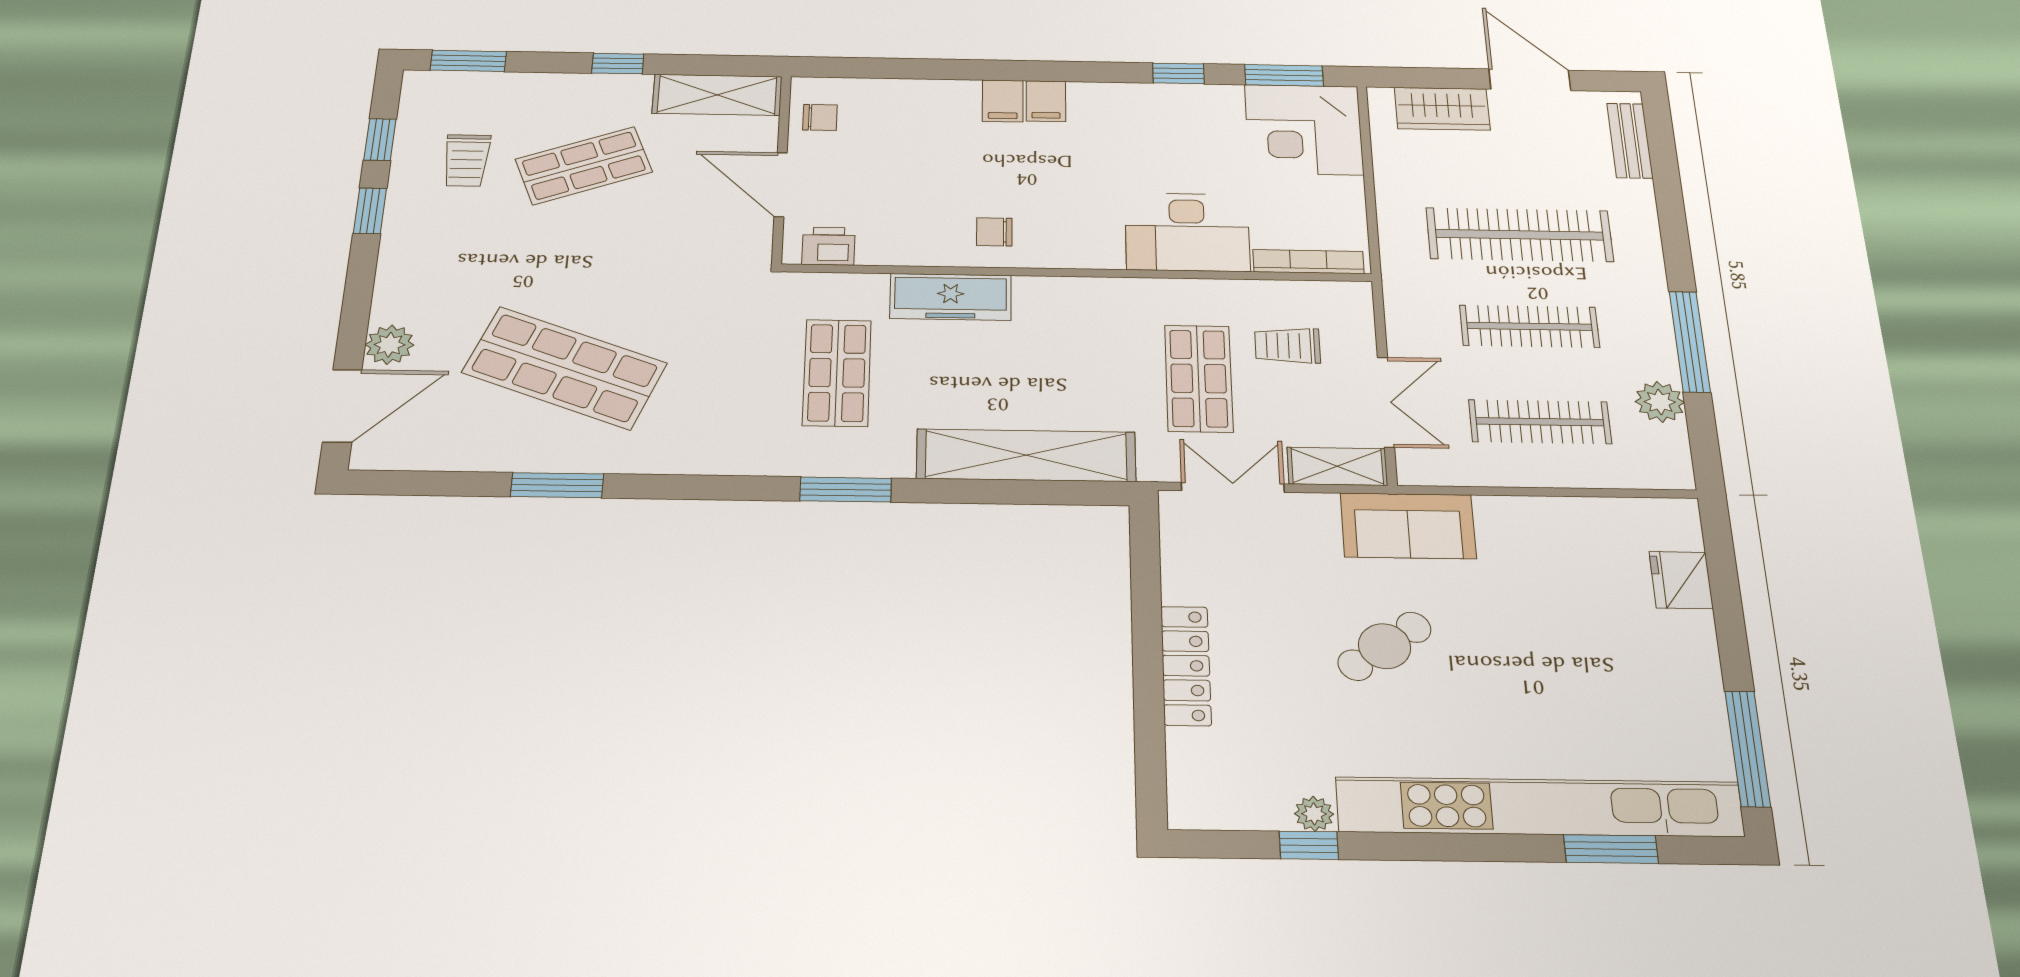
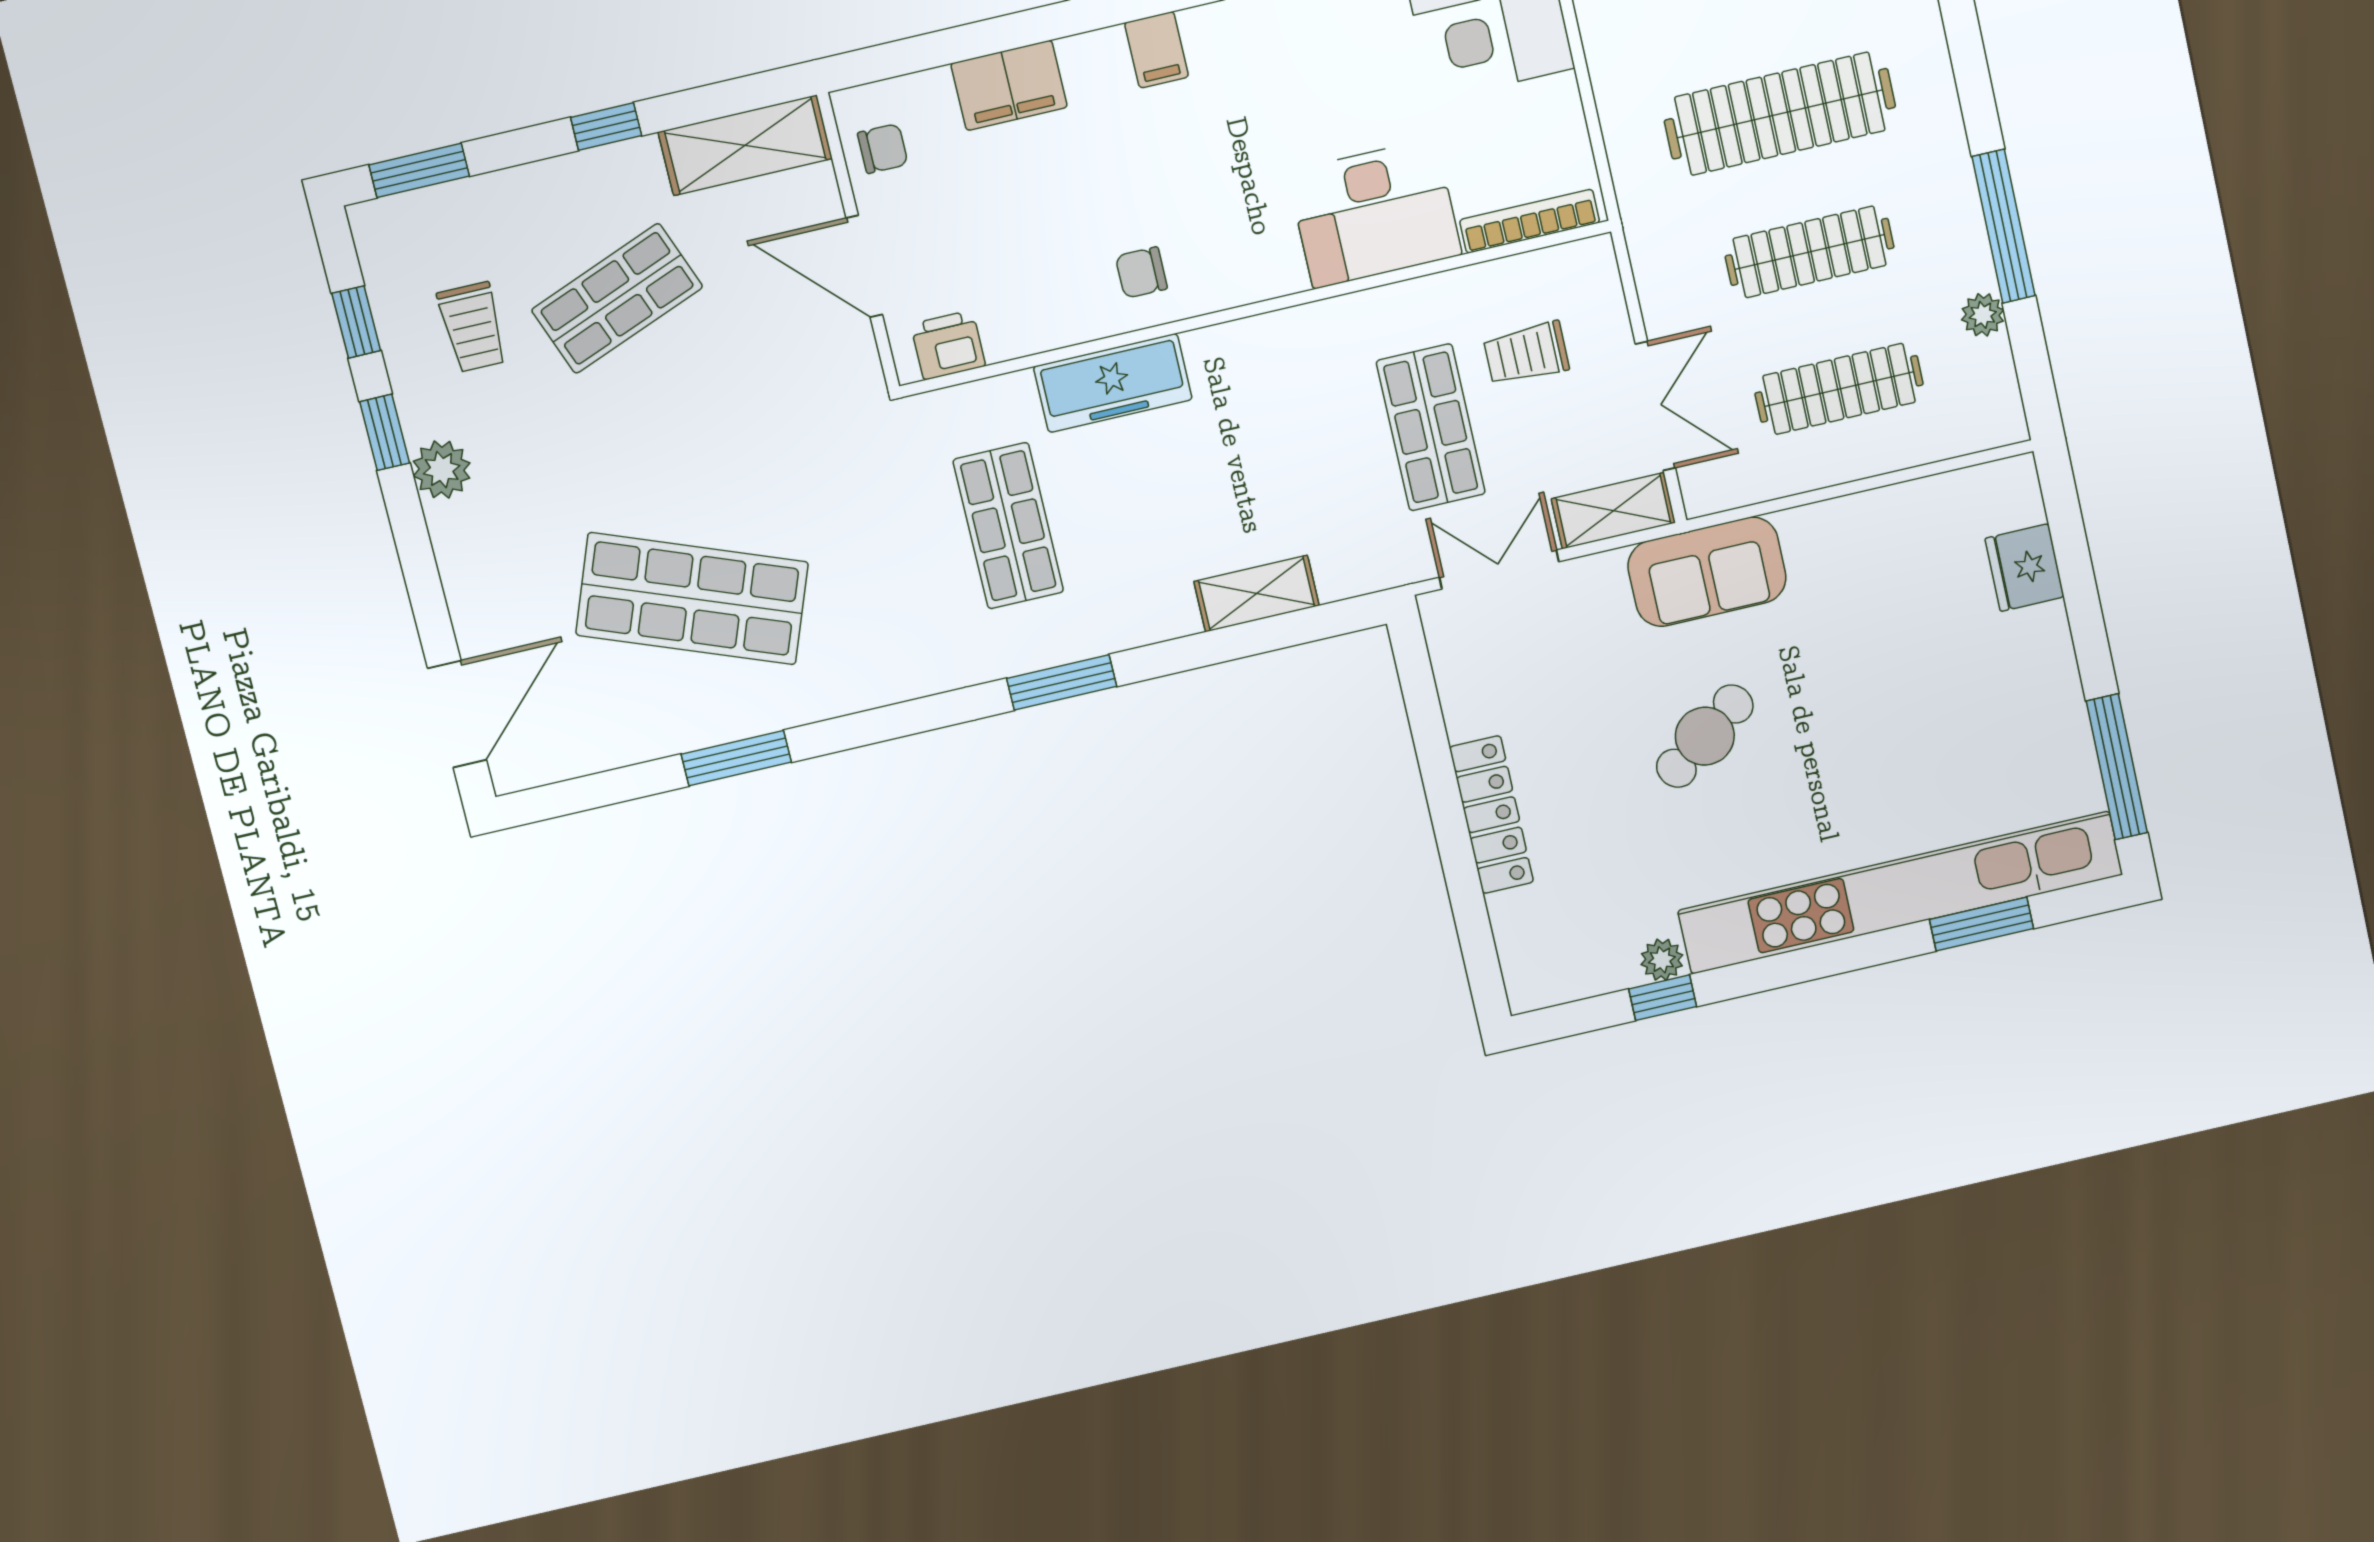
filing cabinet: (1003, 101) -> (1009, 85), moved, width x2.00
plant: (390, 345) -> (442, 470), moved
plant: (1660, 402) -> (1983, 315), width x0.73, depth x0.73
shelving: (1026, 455) -> (1256, 594), width x0.45, depth x0.75

